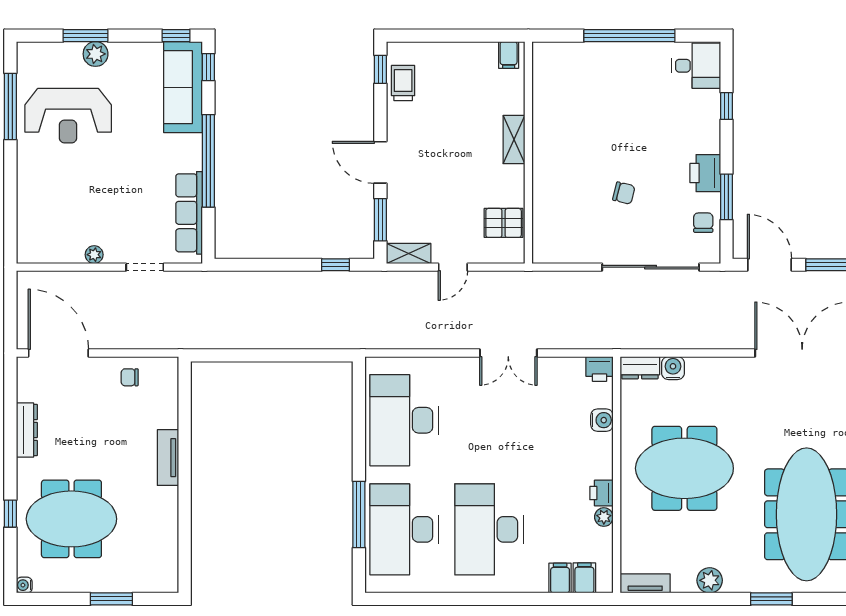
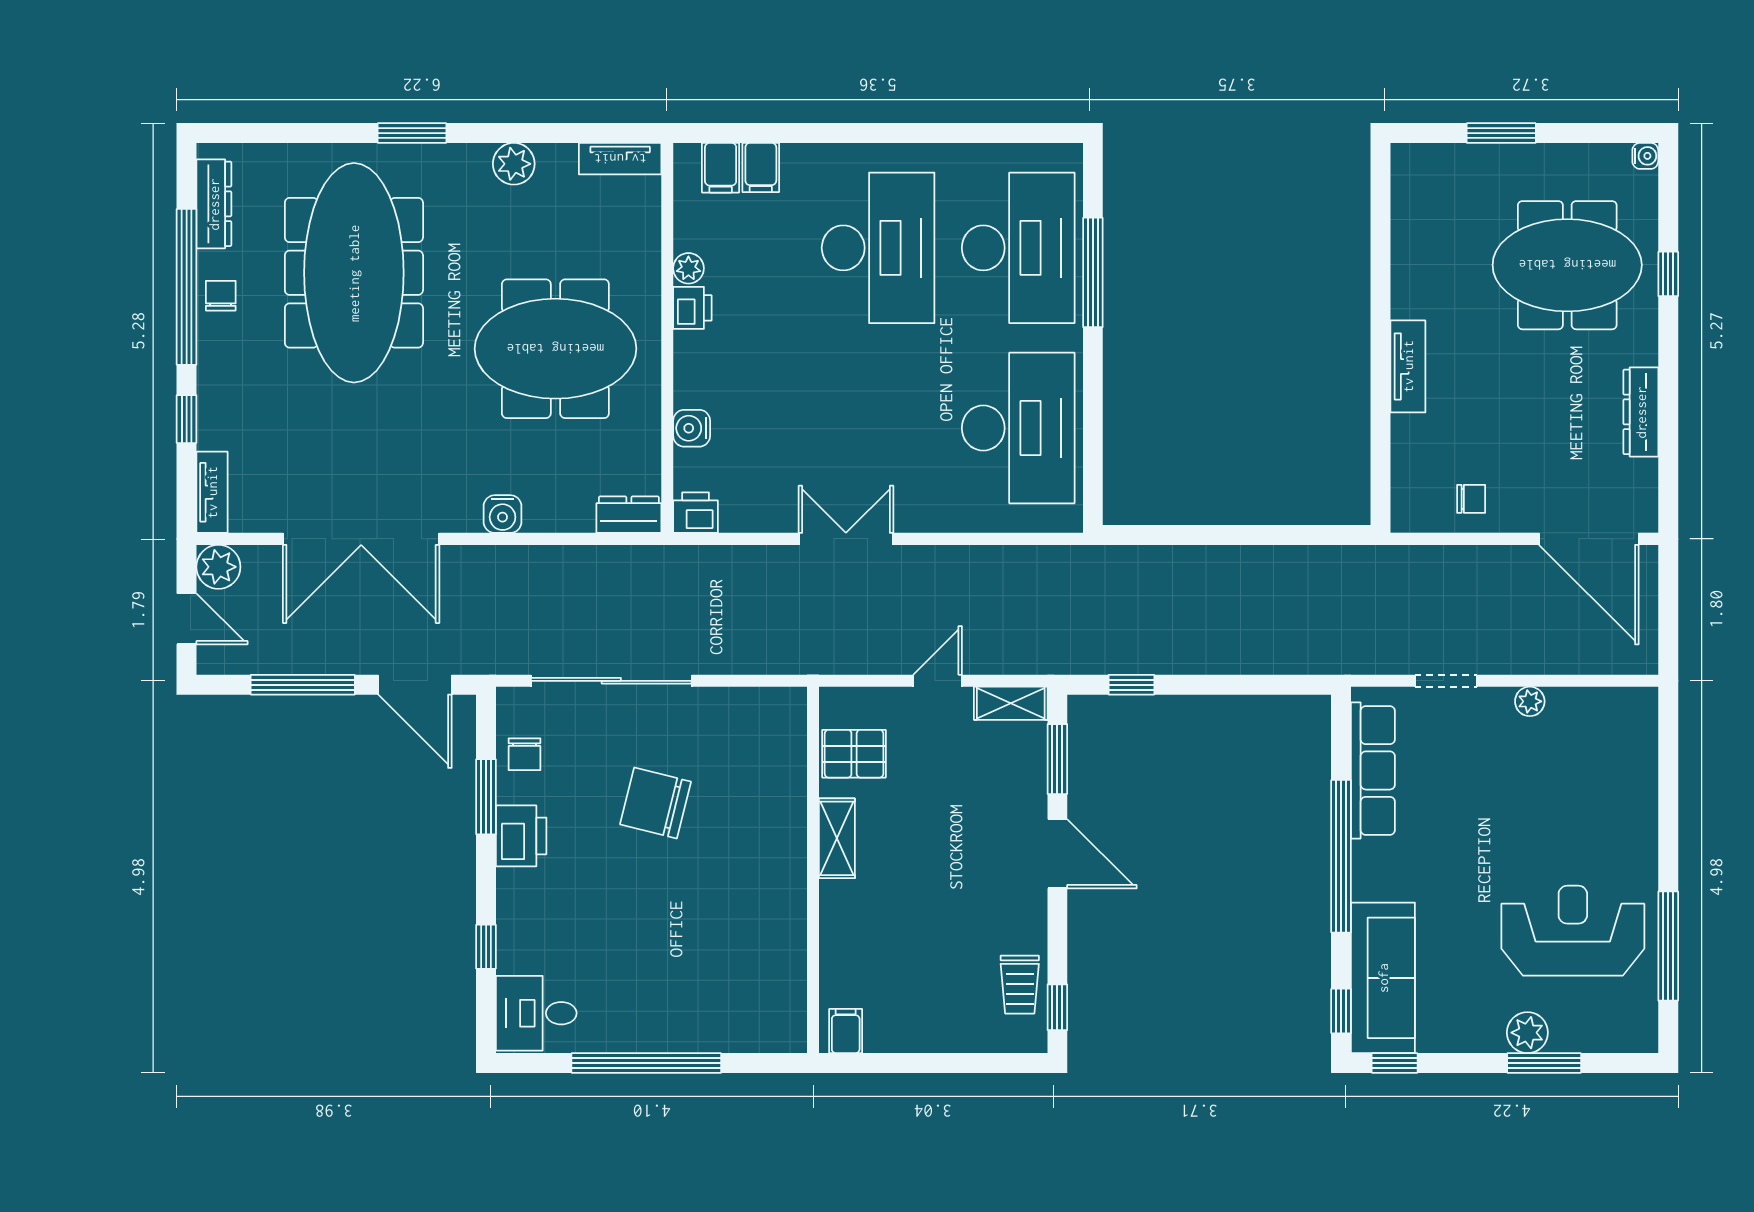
shelving: (514, 140) -> (837, 838), moved
chair: (624, 193) -> (656, 803), width x1.87, depth x1.87
water cooler: (673, 368) -> (503, 514), moved

